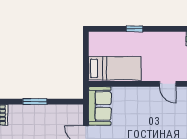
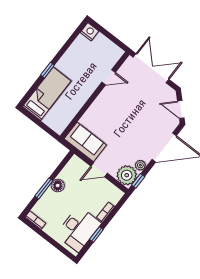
bed: (115, 68) -> (47, 94), moved
floor lamp: (46, 111) -> (58, 185), added

